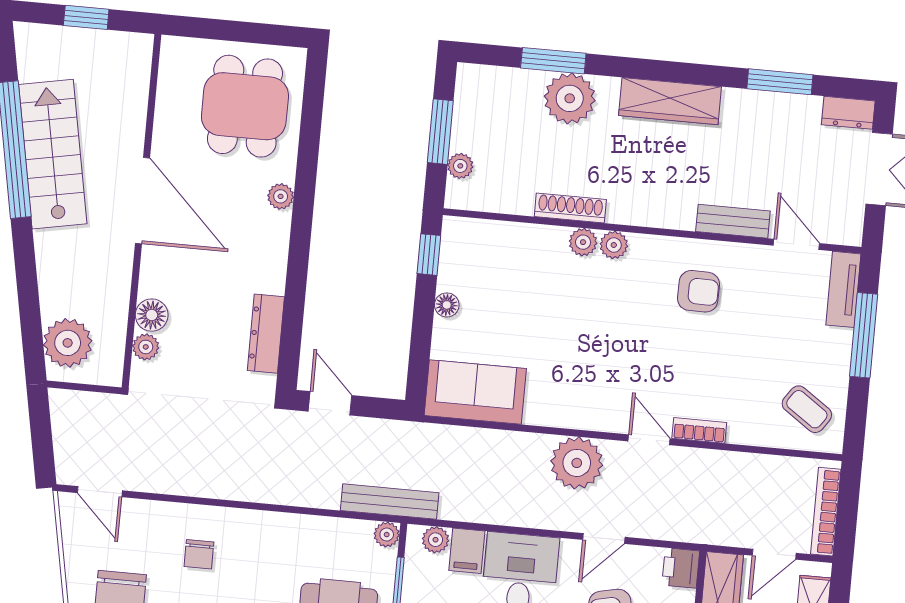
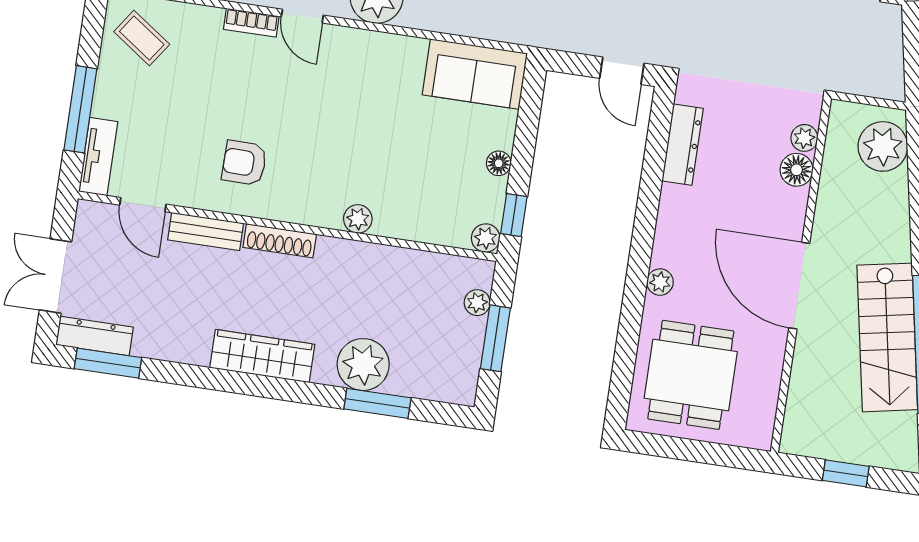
window: (780, 82) -> (108, 363), moved
dresser: (848, 113) -> (94, 336), width x1.44
shoe rack: (570, 208) -> (280, 241), moved
plant: (614, 245) -> (486, 238), moved

